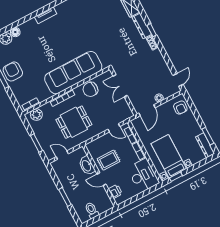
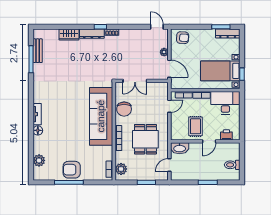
floor lamp: (15, 32) -> (38, 130), moved
washbasin: (87, 166) -> (180, 148), moved

